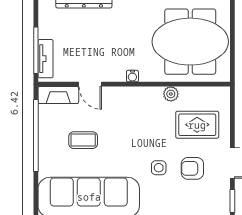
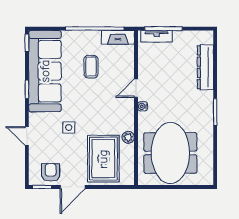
door: (90, 84) -> (136, 88), moved
fireplace: (58, 95) -> (118, 37), moved, turned -90
rug: (197, 125) -> (103, 159), width x1.36, depth x1.43
armchair: (192, 168) -> (51, 172), moved

